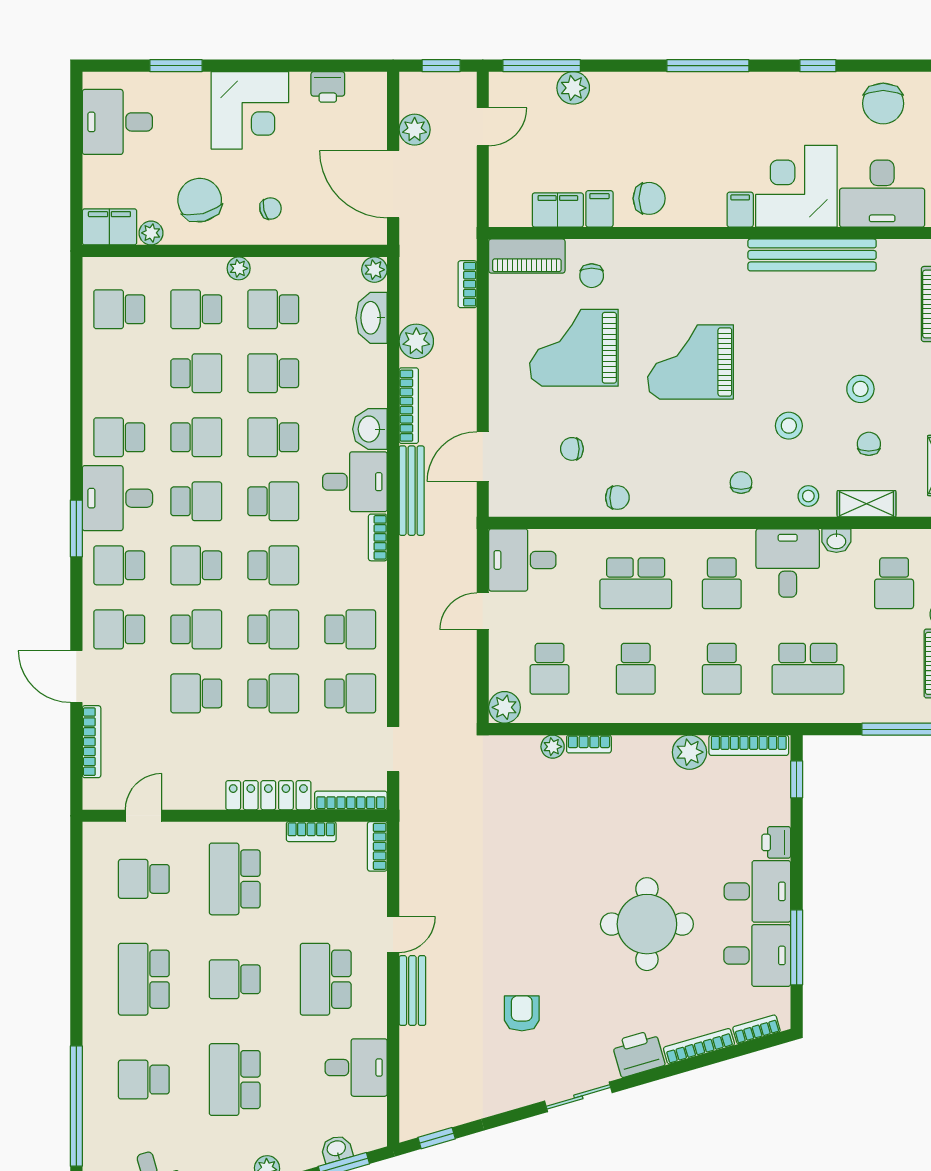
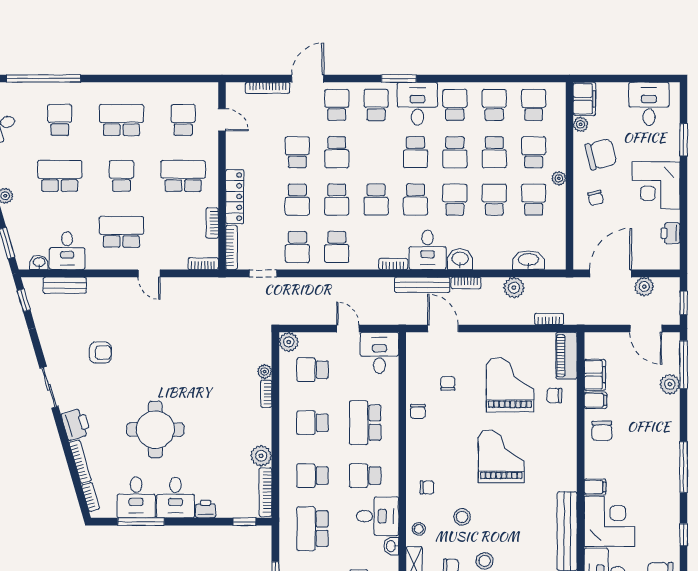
door: (483, 127) -> (646, 329), width x1.38
plant: (374, 270) -> (558, 262), removed
bookcase: (409, 406) -> (466, 283), width x0.64
school desk: (196, 565) -> (494, 105), moved
bench: (412, 991) -> (65, 285), moved
washbasin: (337, 1149) -> (39, 263), moved, turned -74

